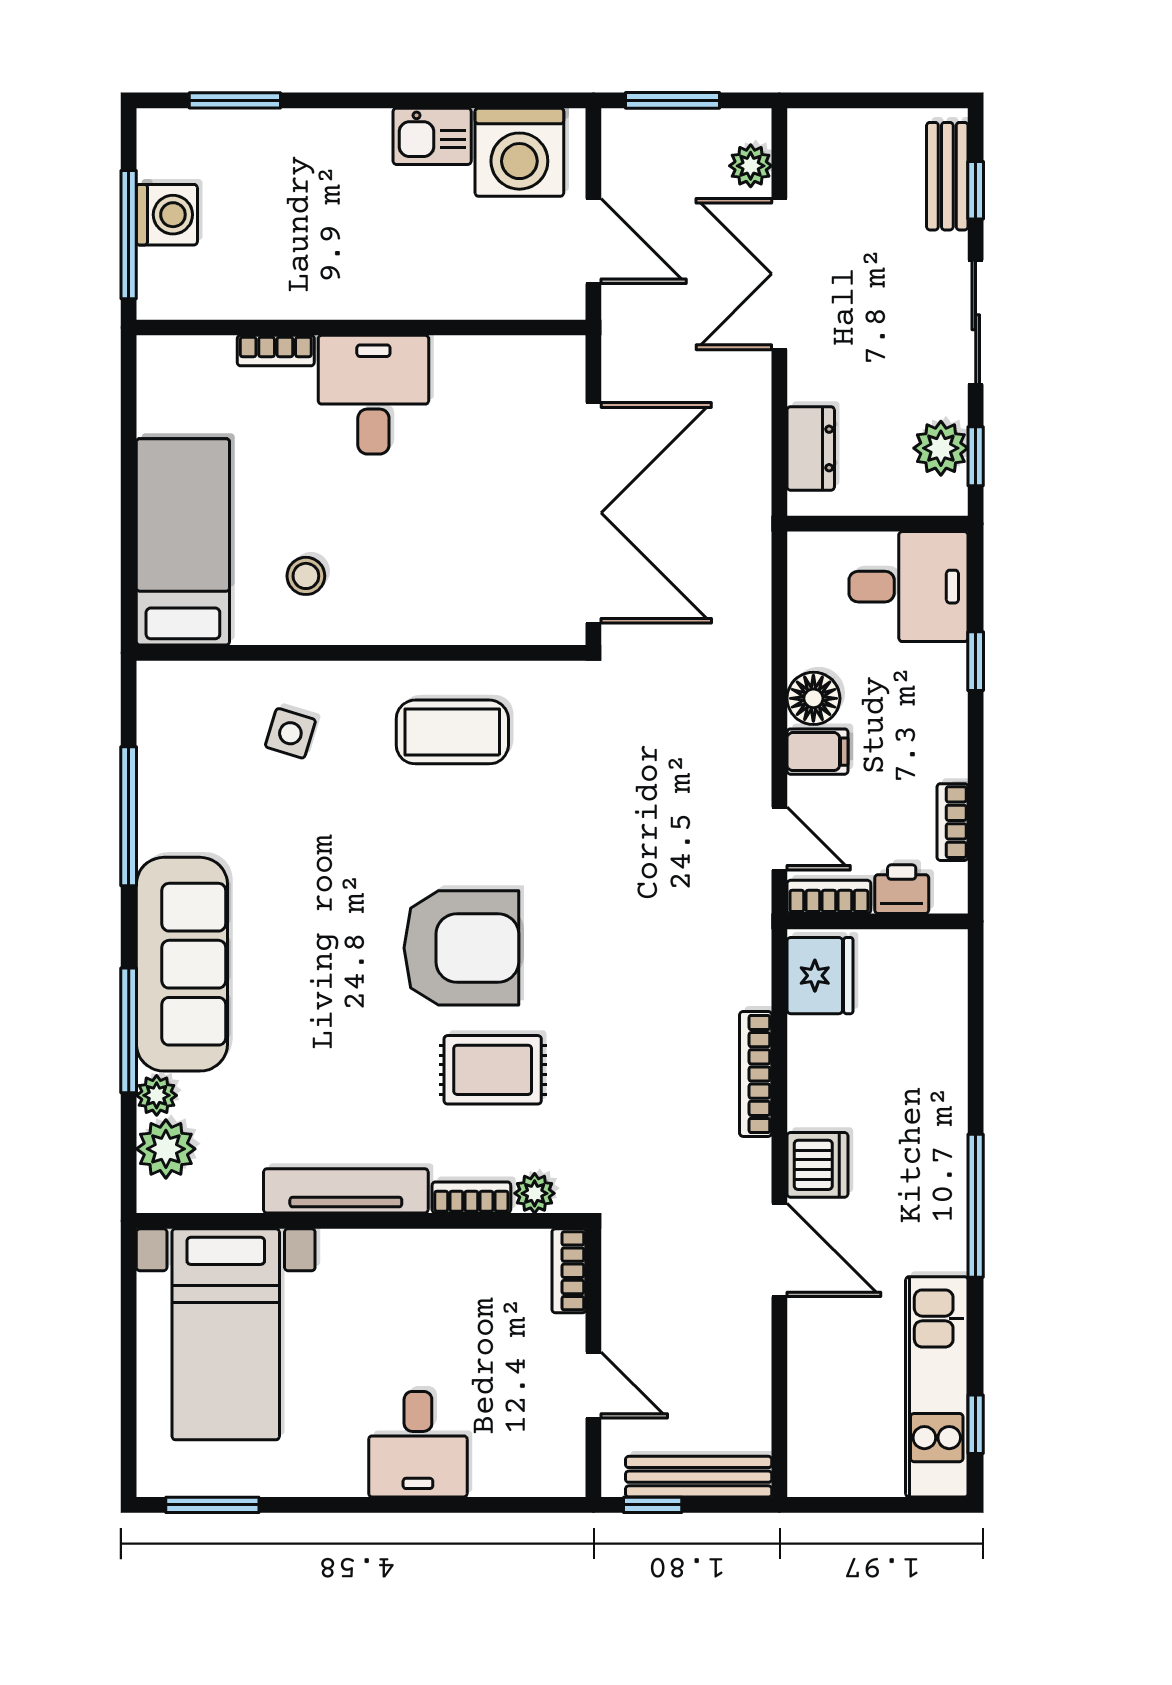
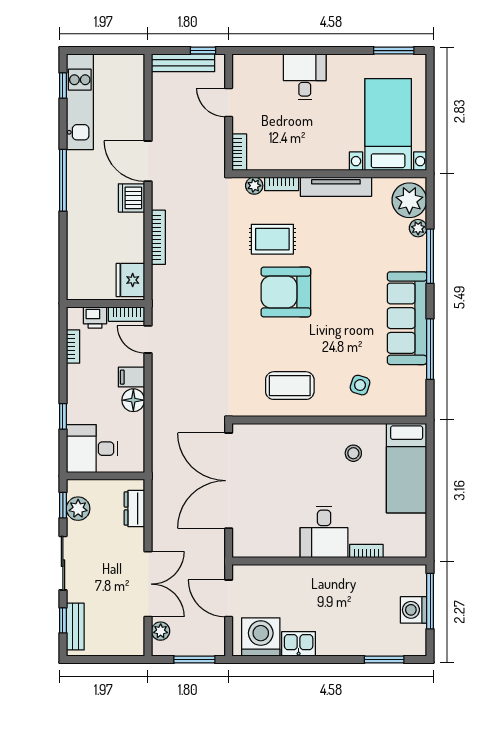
sofa: (182, 964) -> (407, 318), moved
plant: (166, 1149) -> (409, 200), width x1.36, depth x1.36

